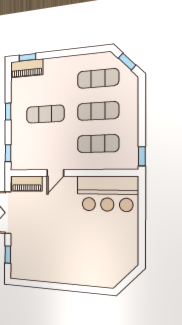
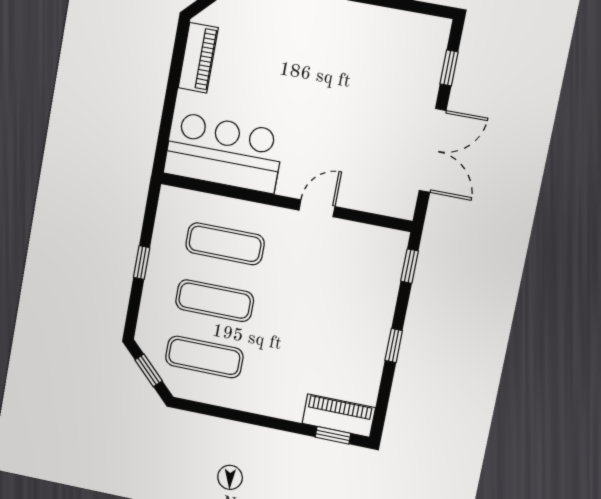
exercise mat: (45, 114) -> (317, 321), removed
window: (142, 156) -> (142, 263), moved
piano: (27, 184) -> (198, 58), moved, turned 90

